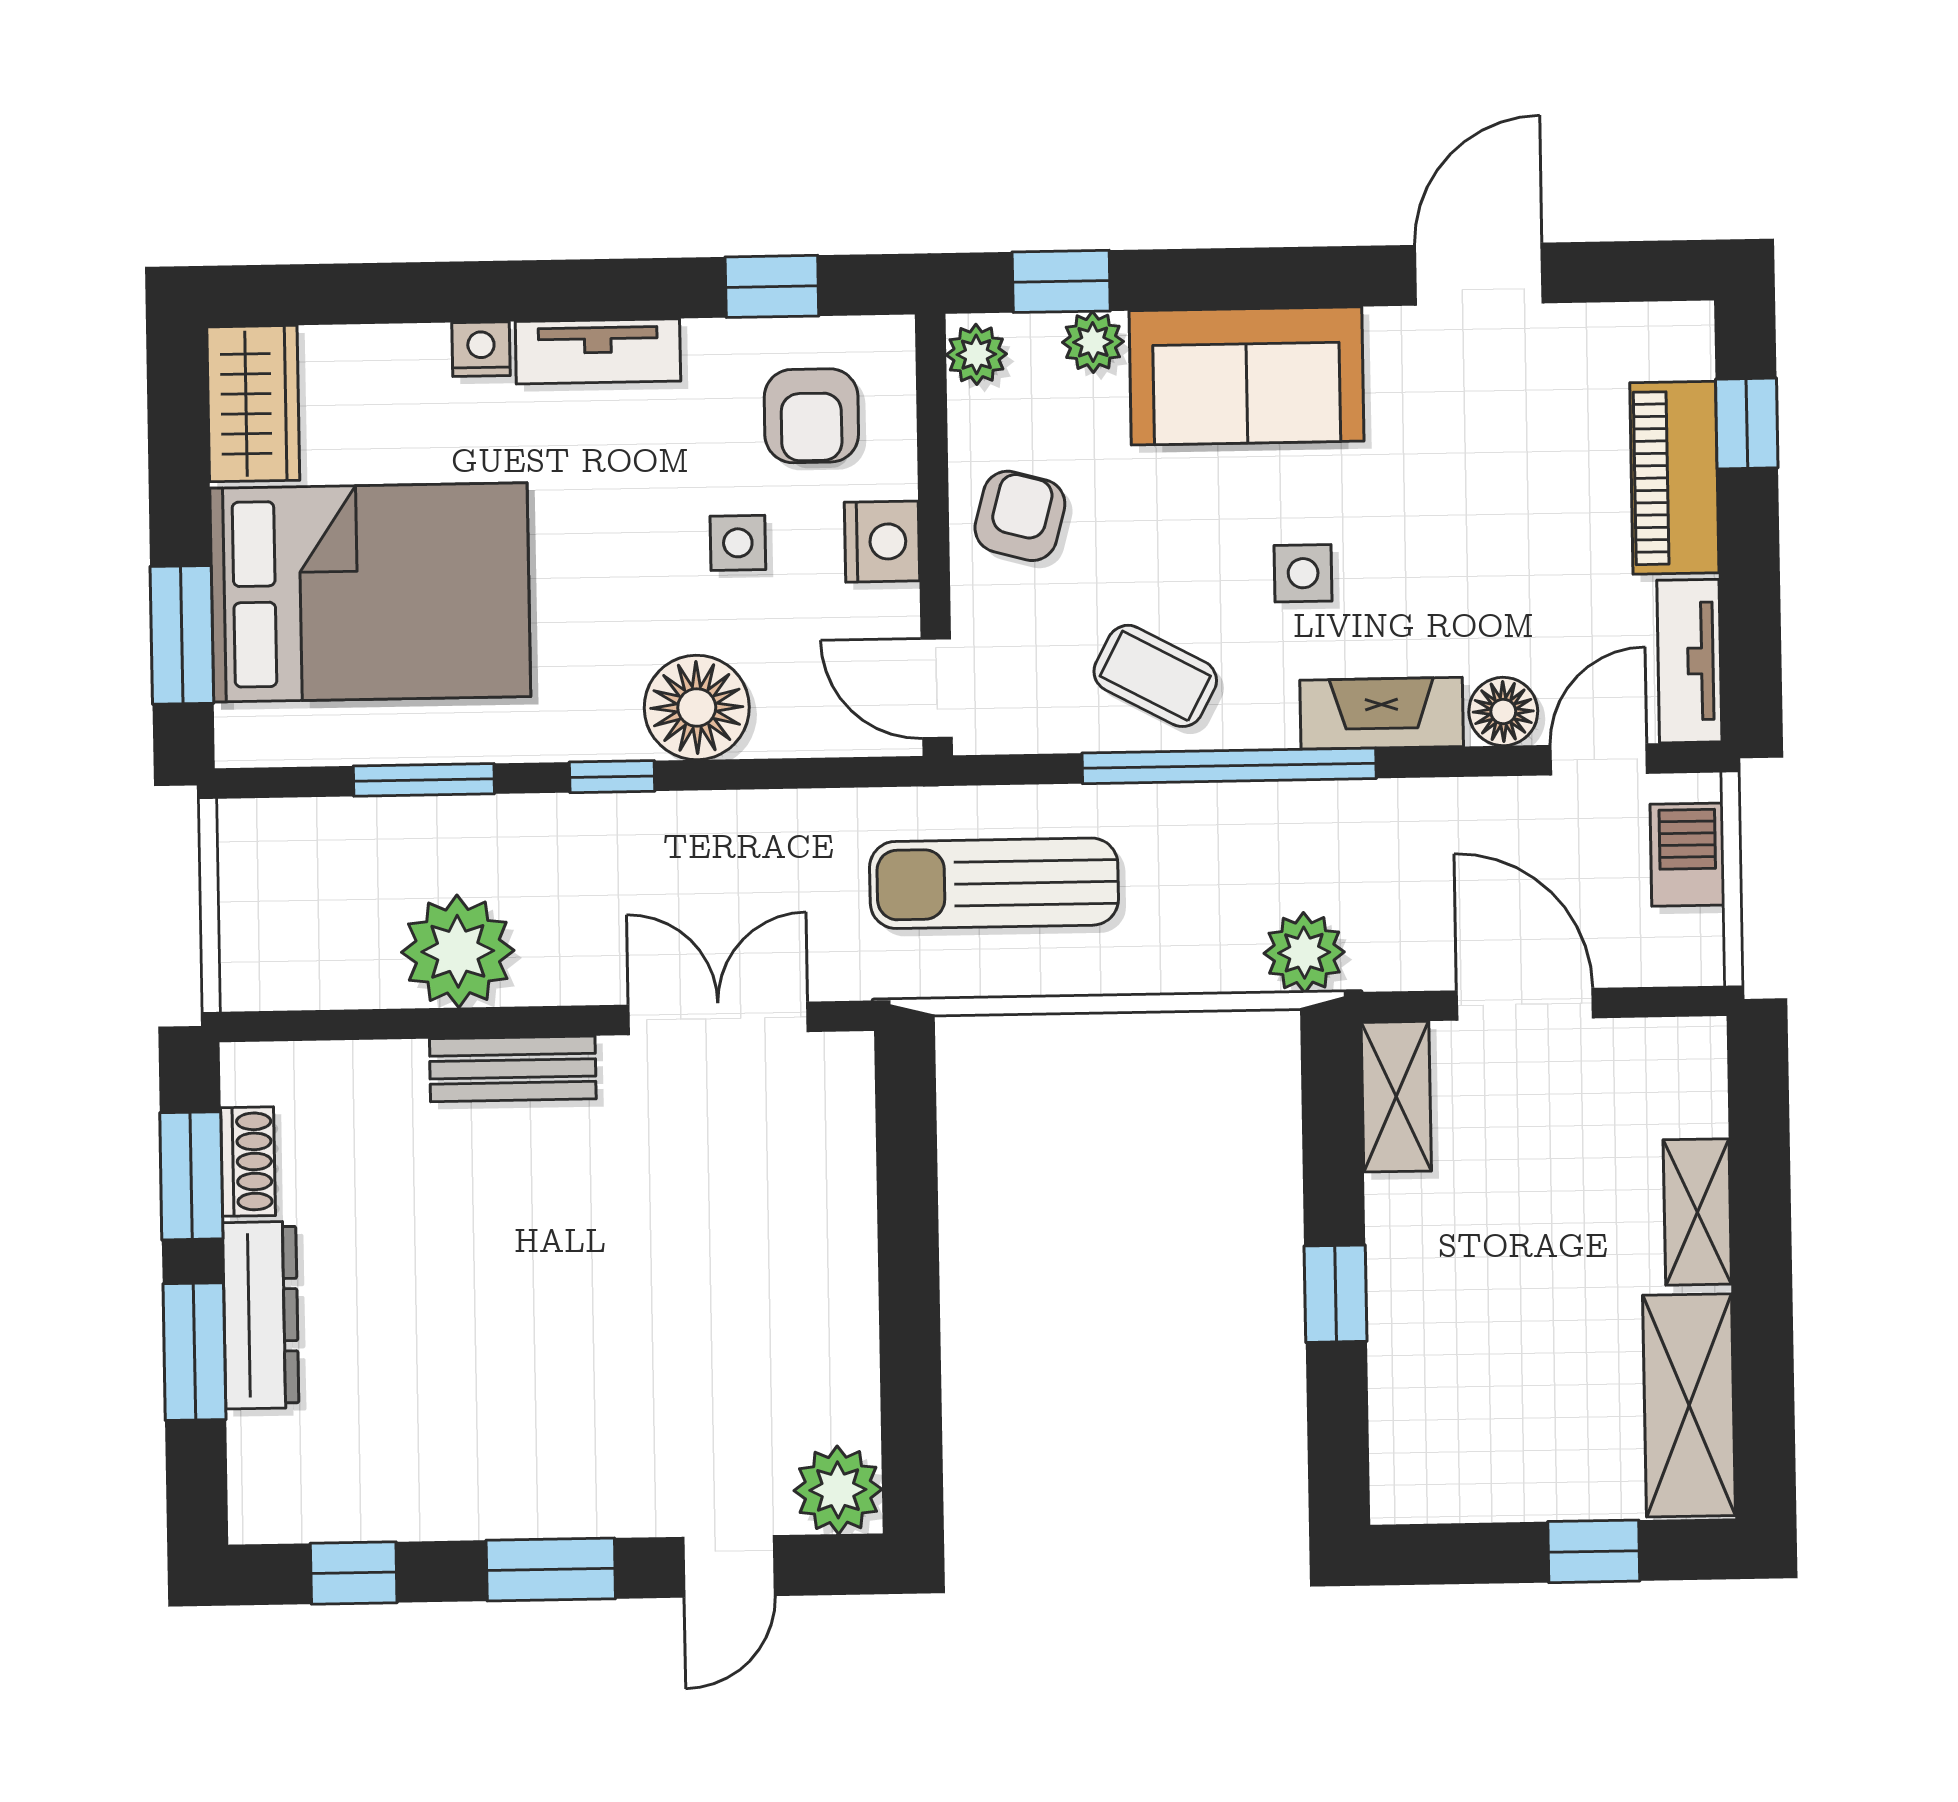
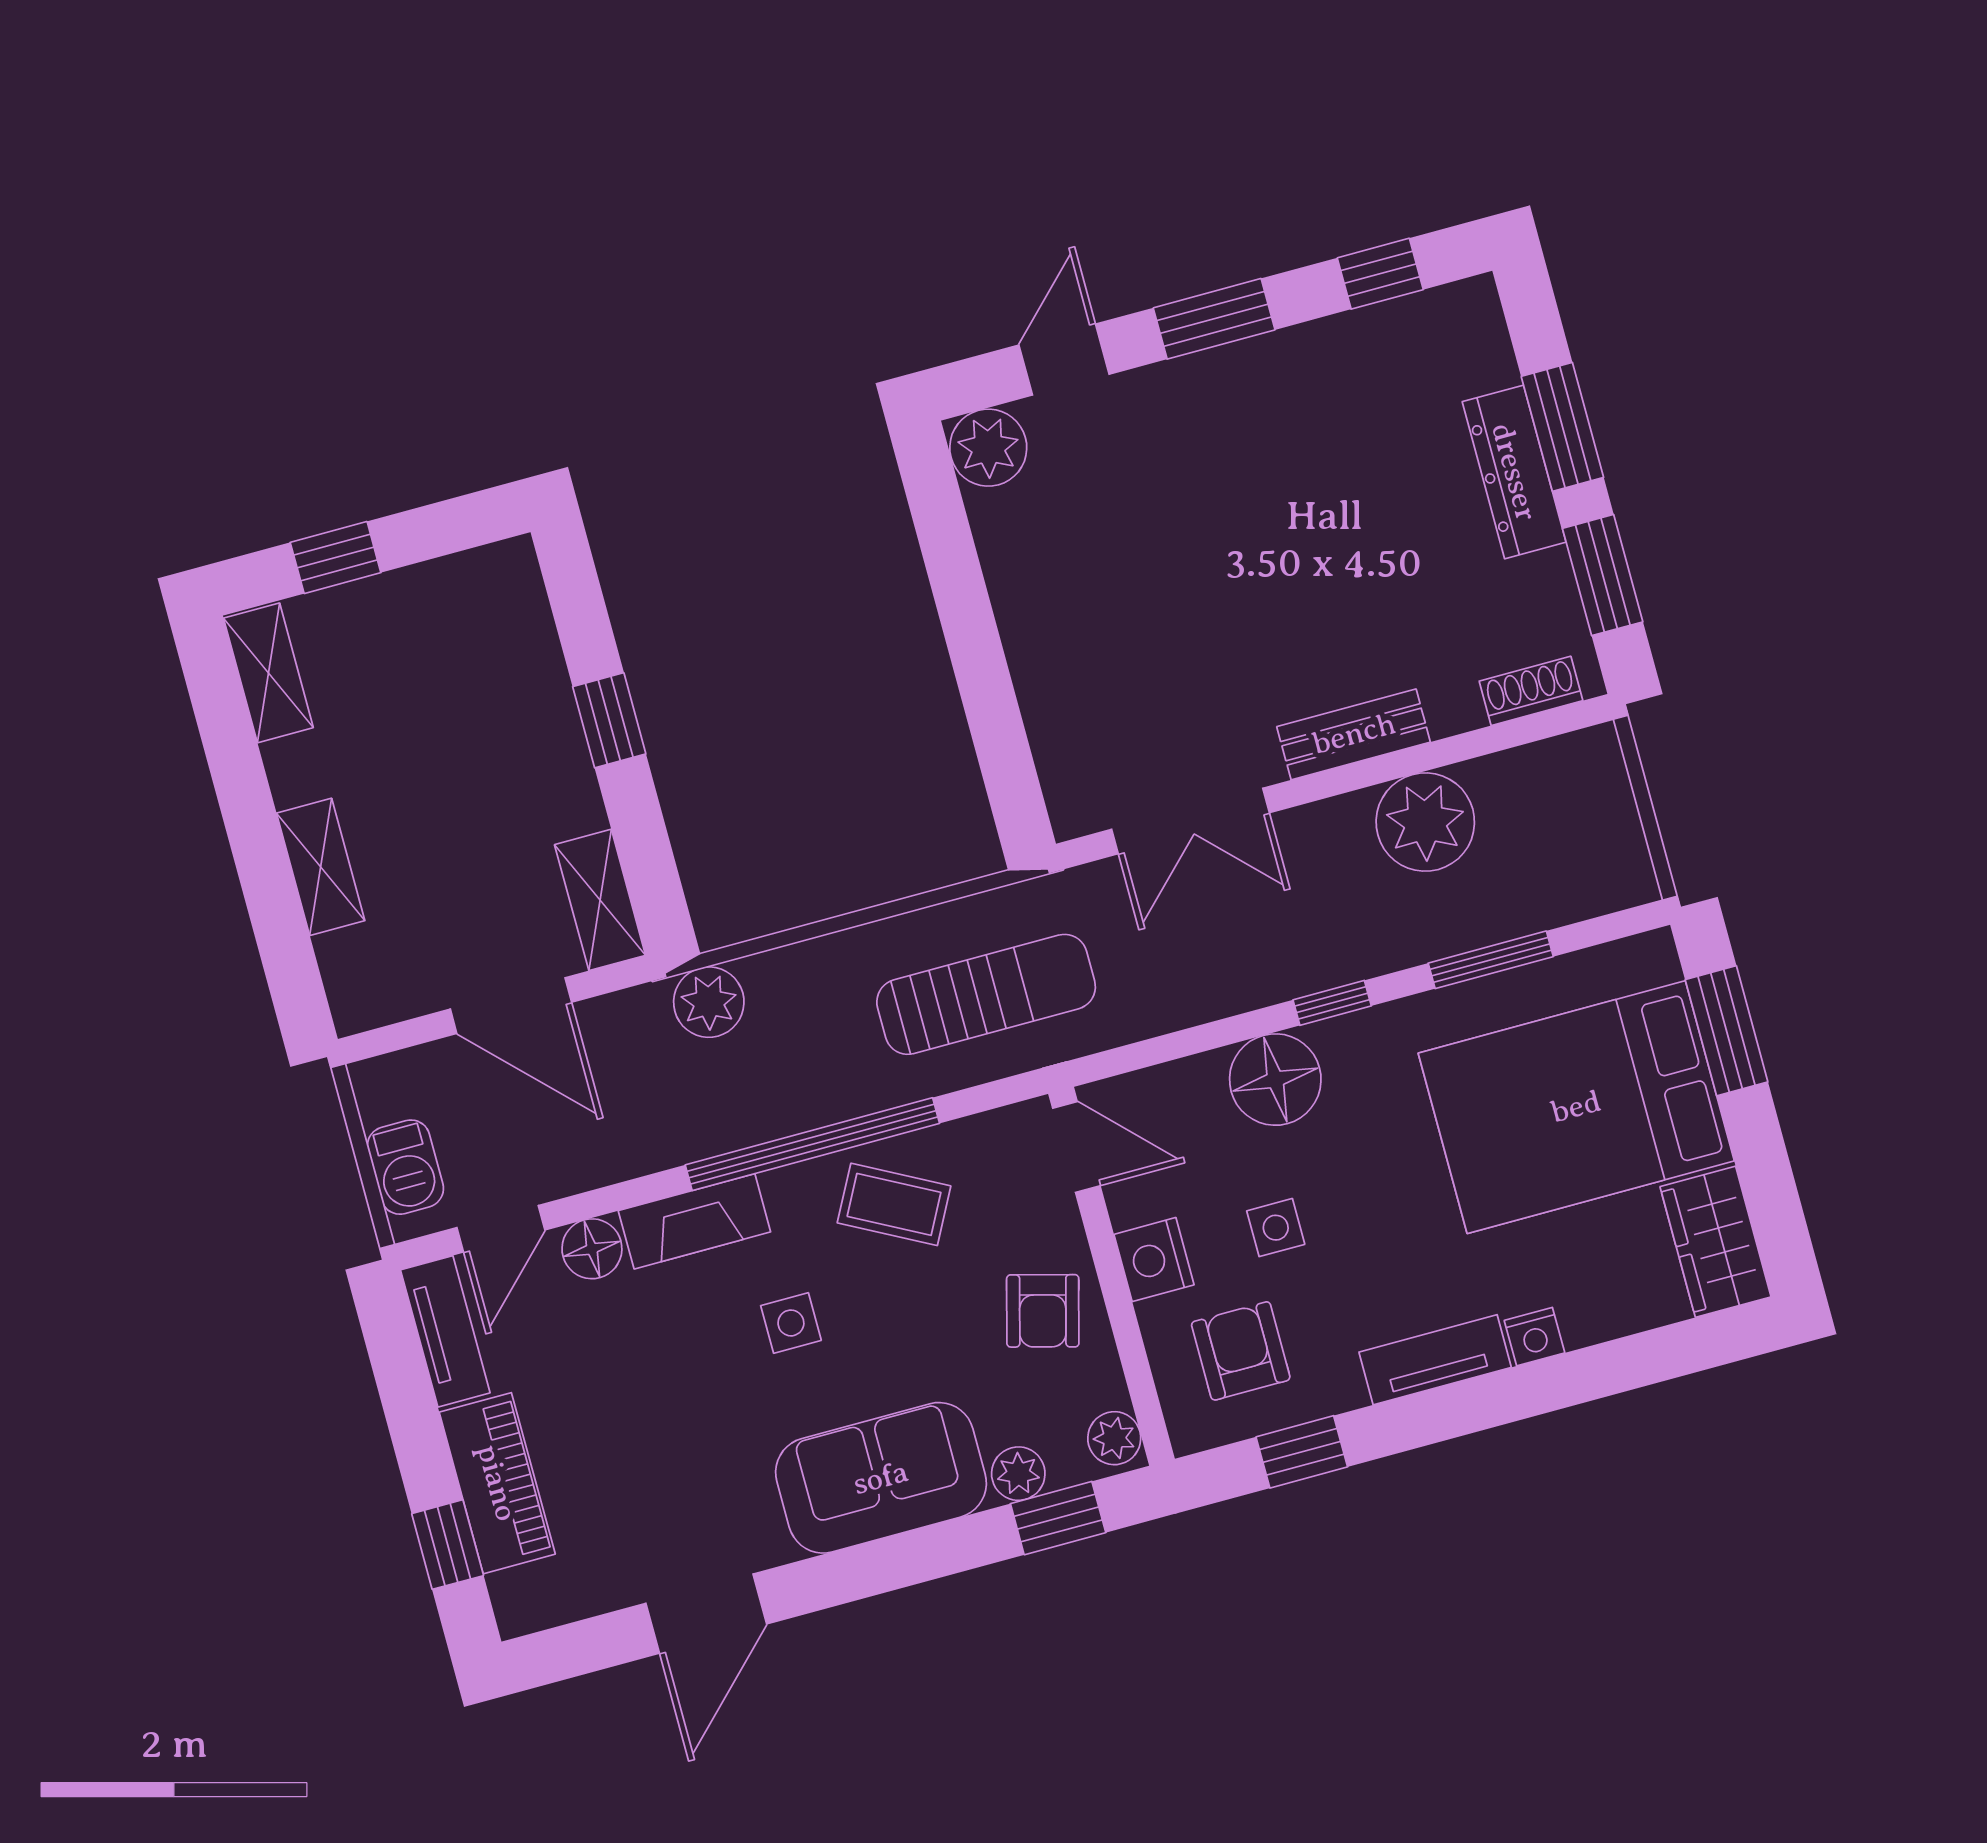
shoe rack: (248, 1162) -> (1531, 691), moved, turned 90
shelving: (1689, 1405) -> (268, 673), width x0.67, depth x0.75

